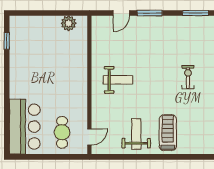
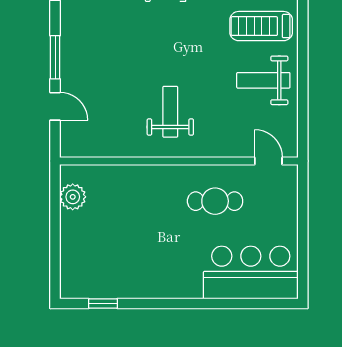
cafe table: (62, 132) -> (215, 201), moved

